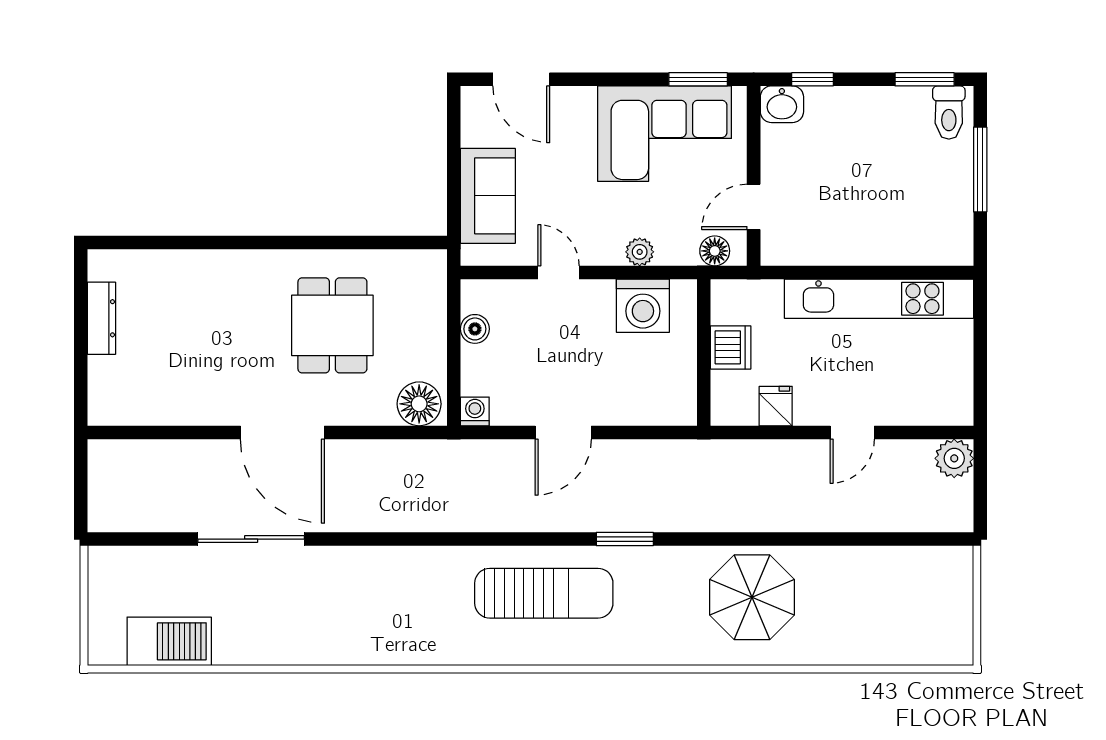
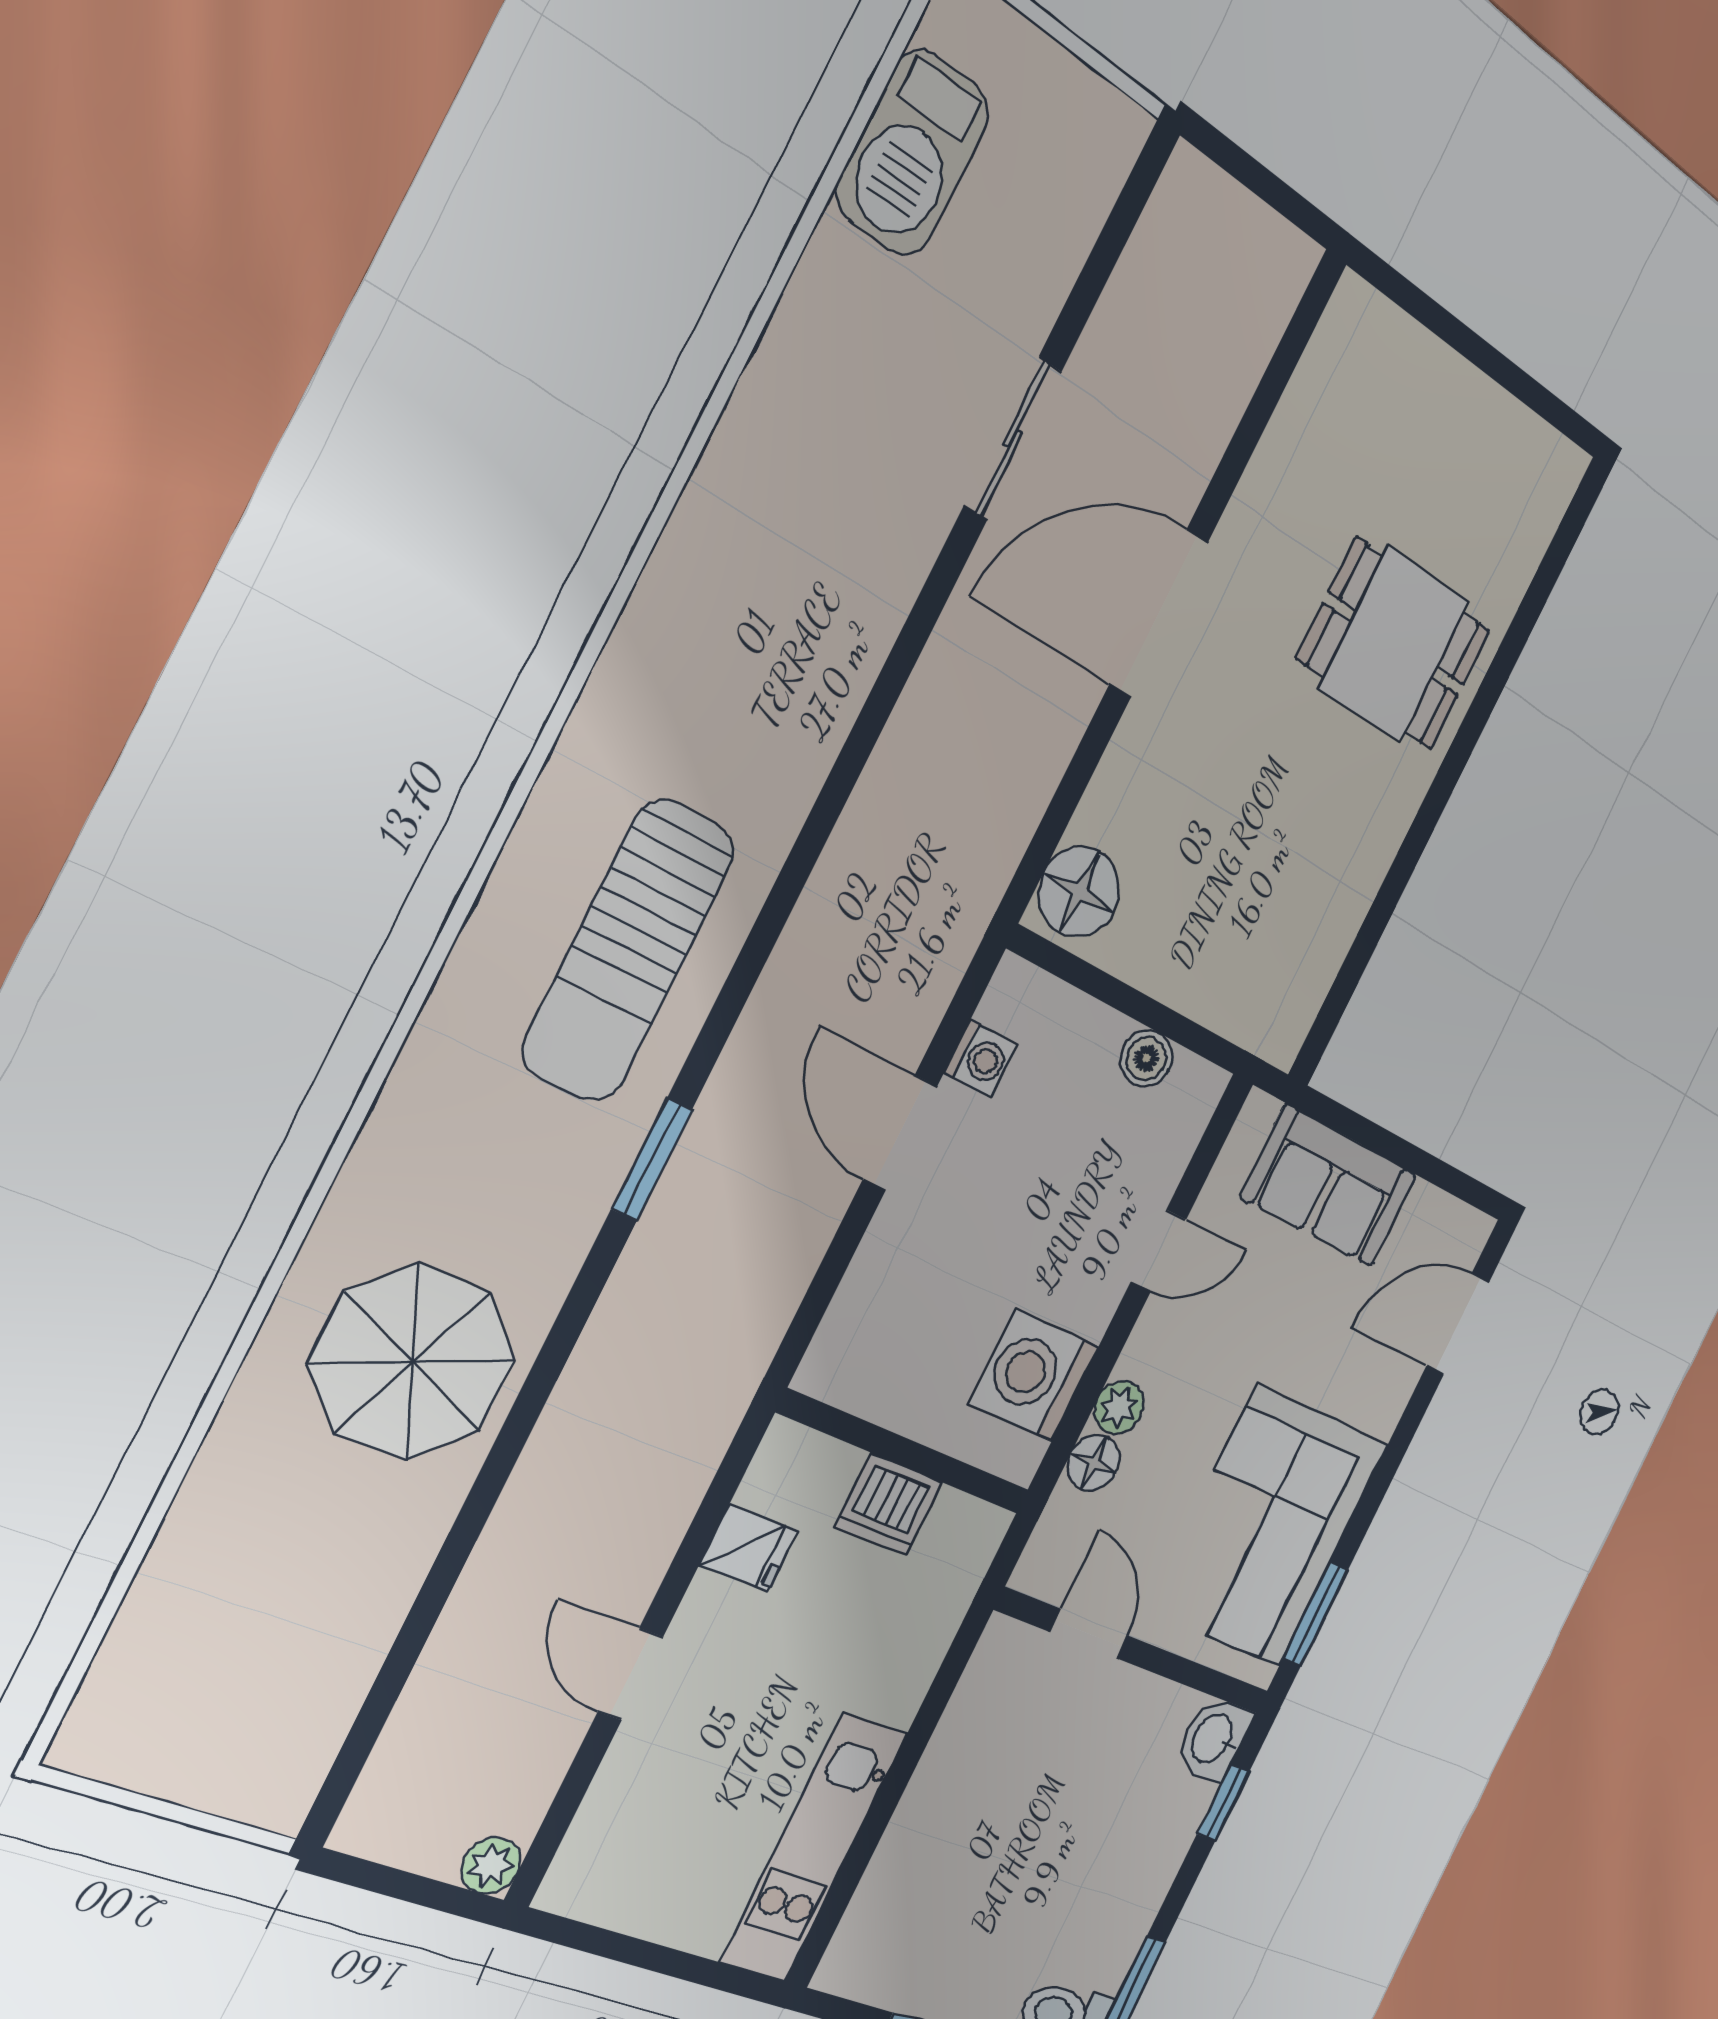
floor lamp: (715, 251) -> (1093, 1463), moved
kitchen unit: (879, 299) -> (814, 1847), width x0.73
dresser: (101, 318) -> (1488, 410), removed
dining table: (332, 325) -> (1394, 644), moved
washing machine: (475, 411) -> (981, 1059), moved
plant: (954, 458) -> (491, 1866), width x0.73, depth x0.73
sliding door: (251, 539) -> (1013, 439), width x0.73

